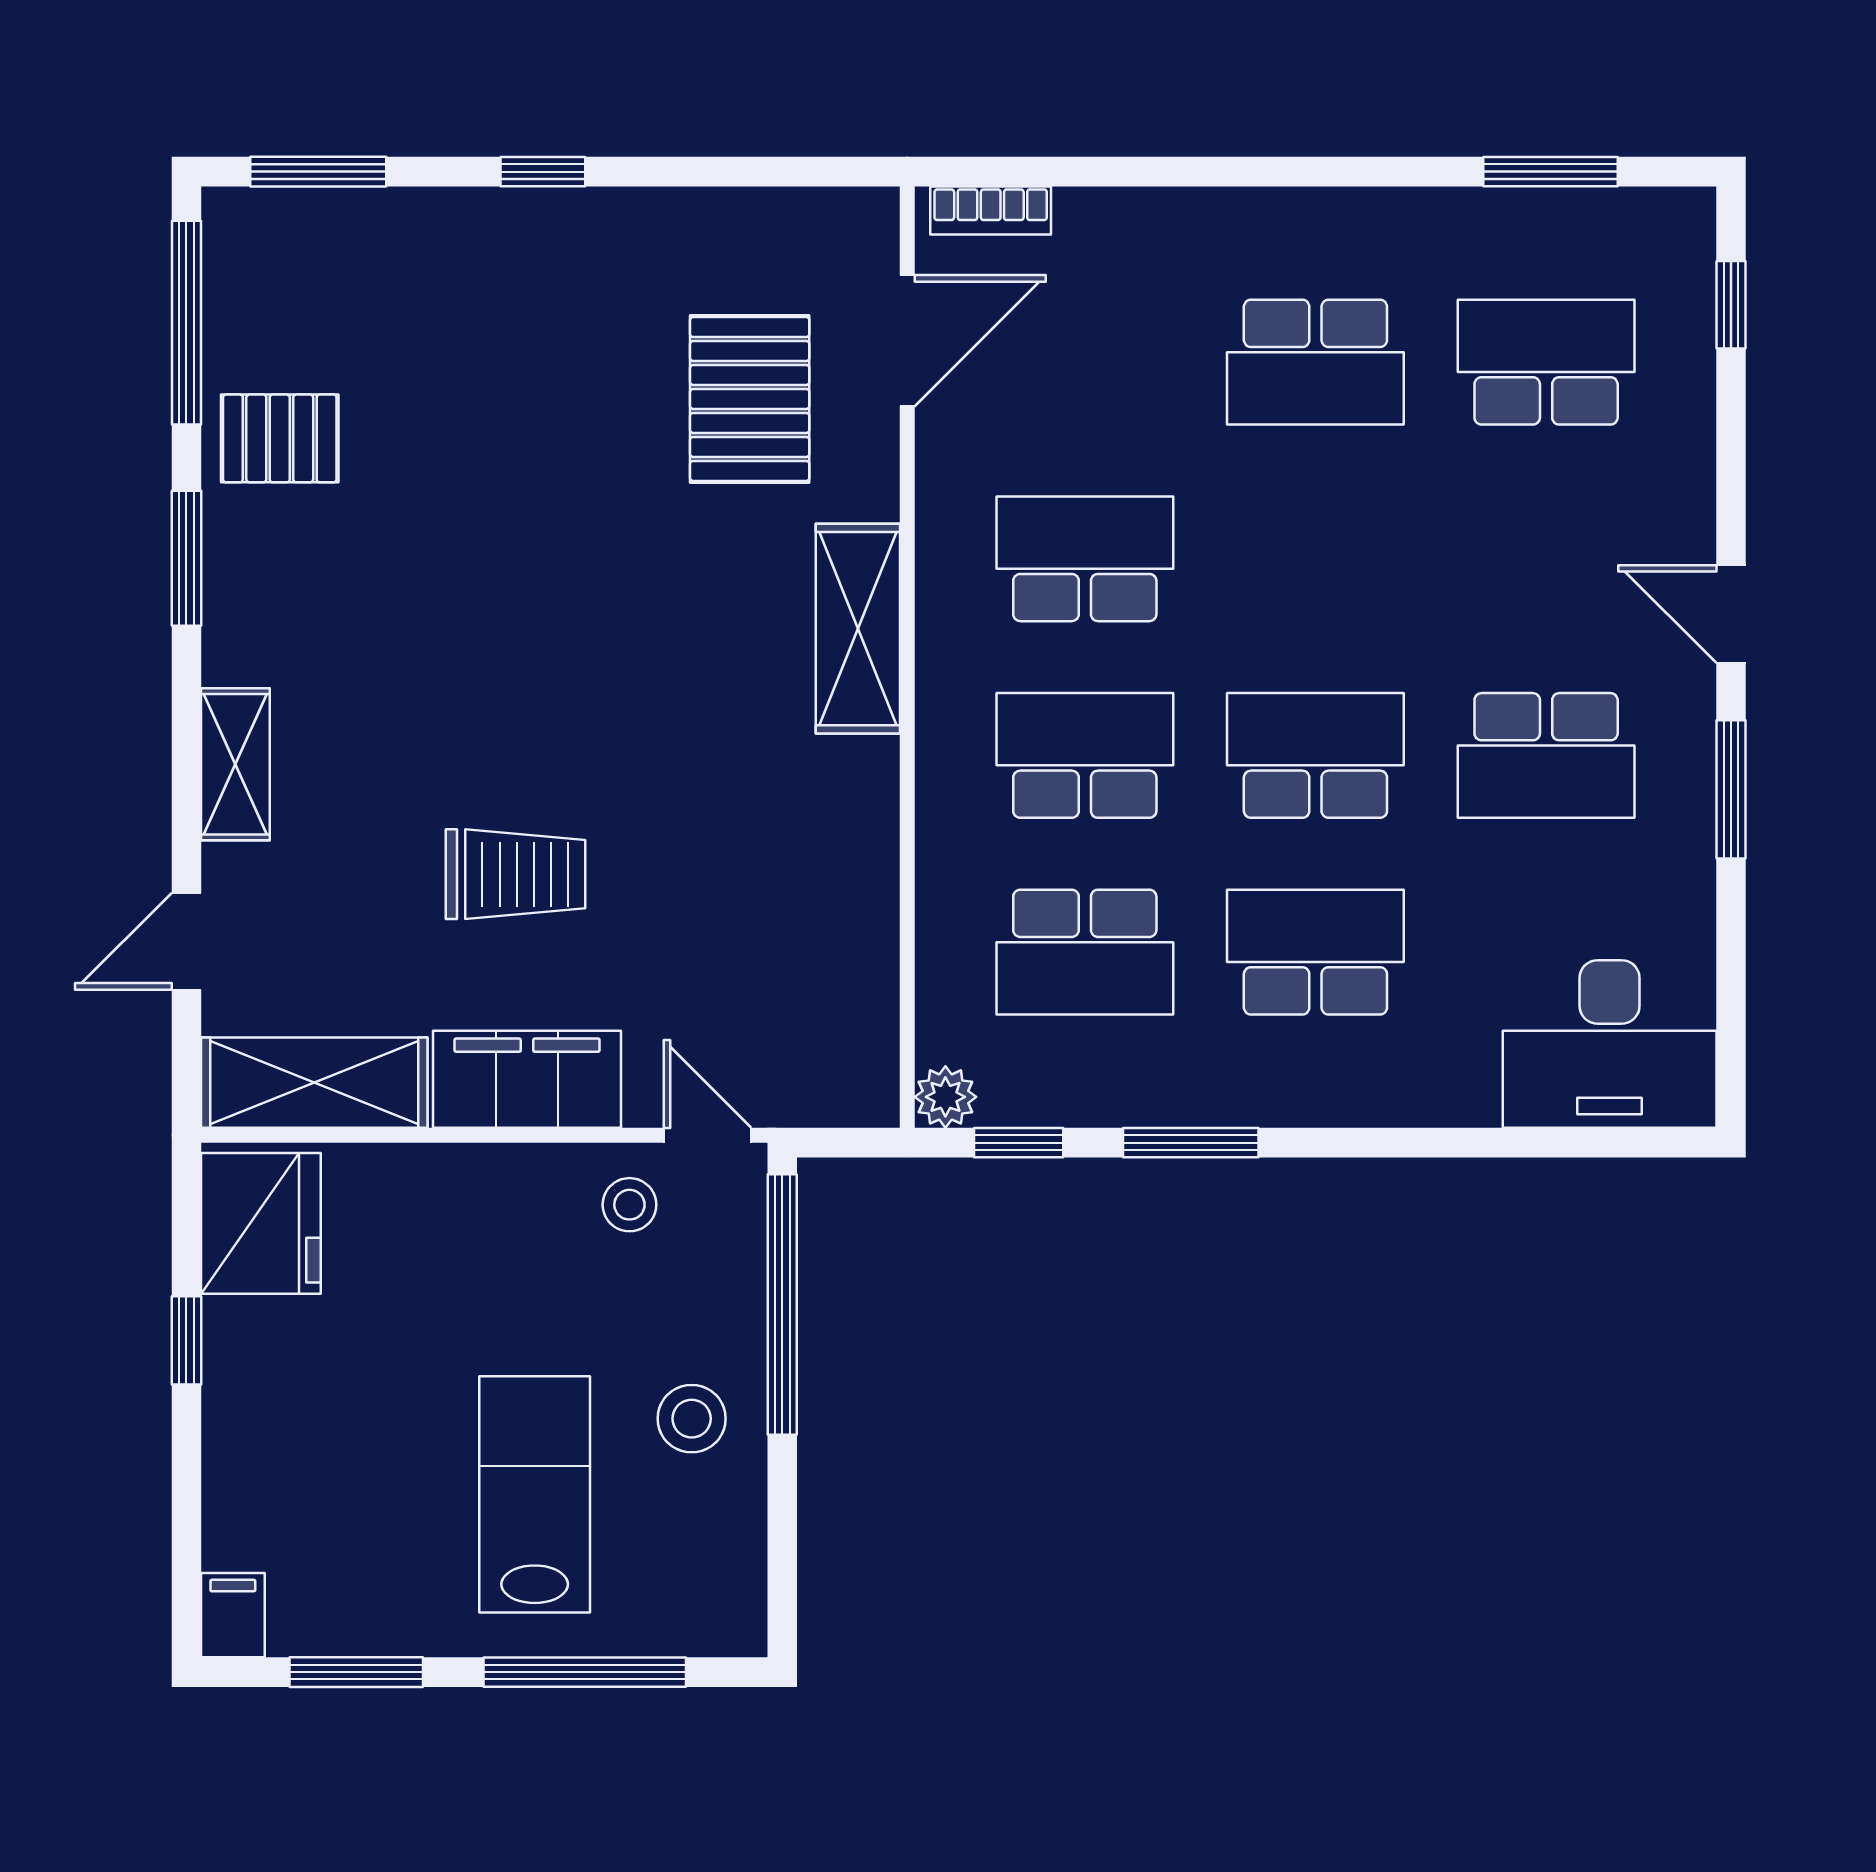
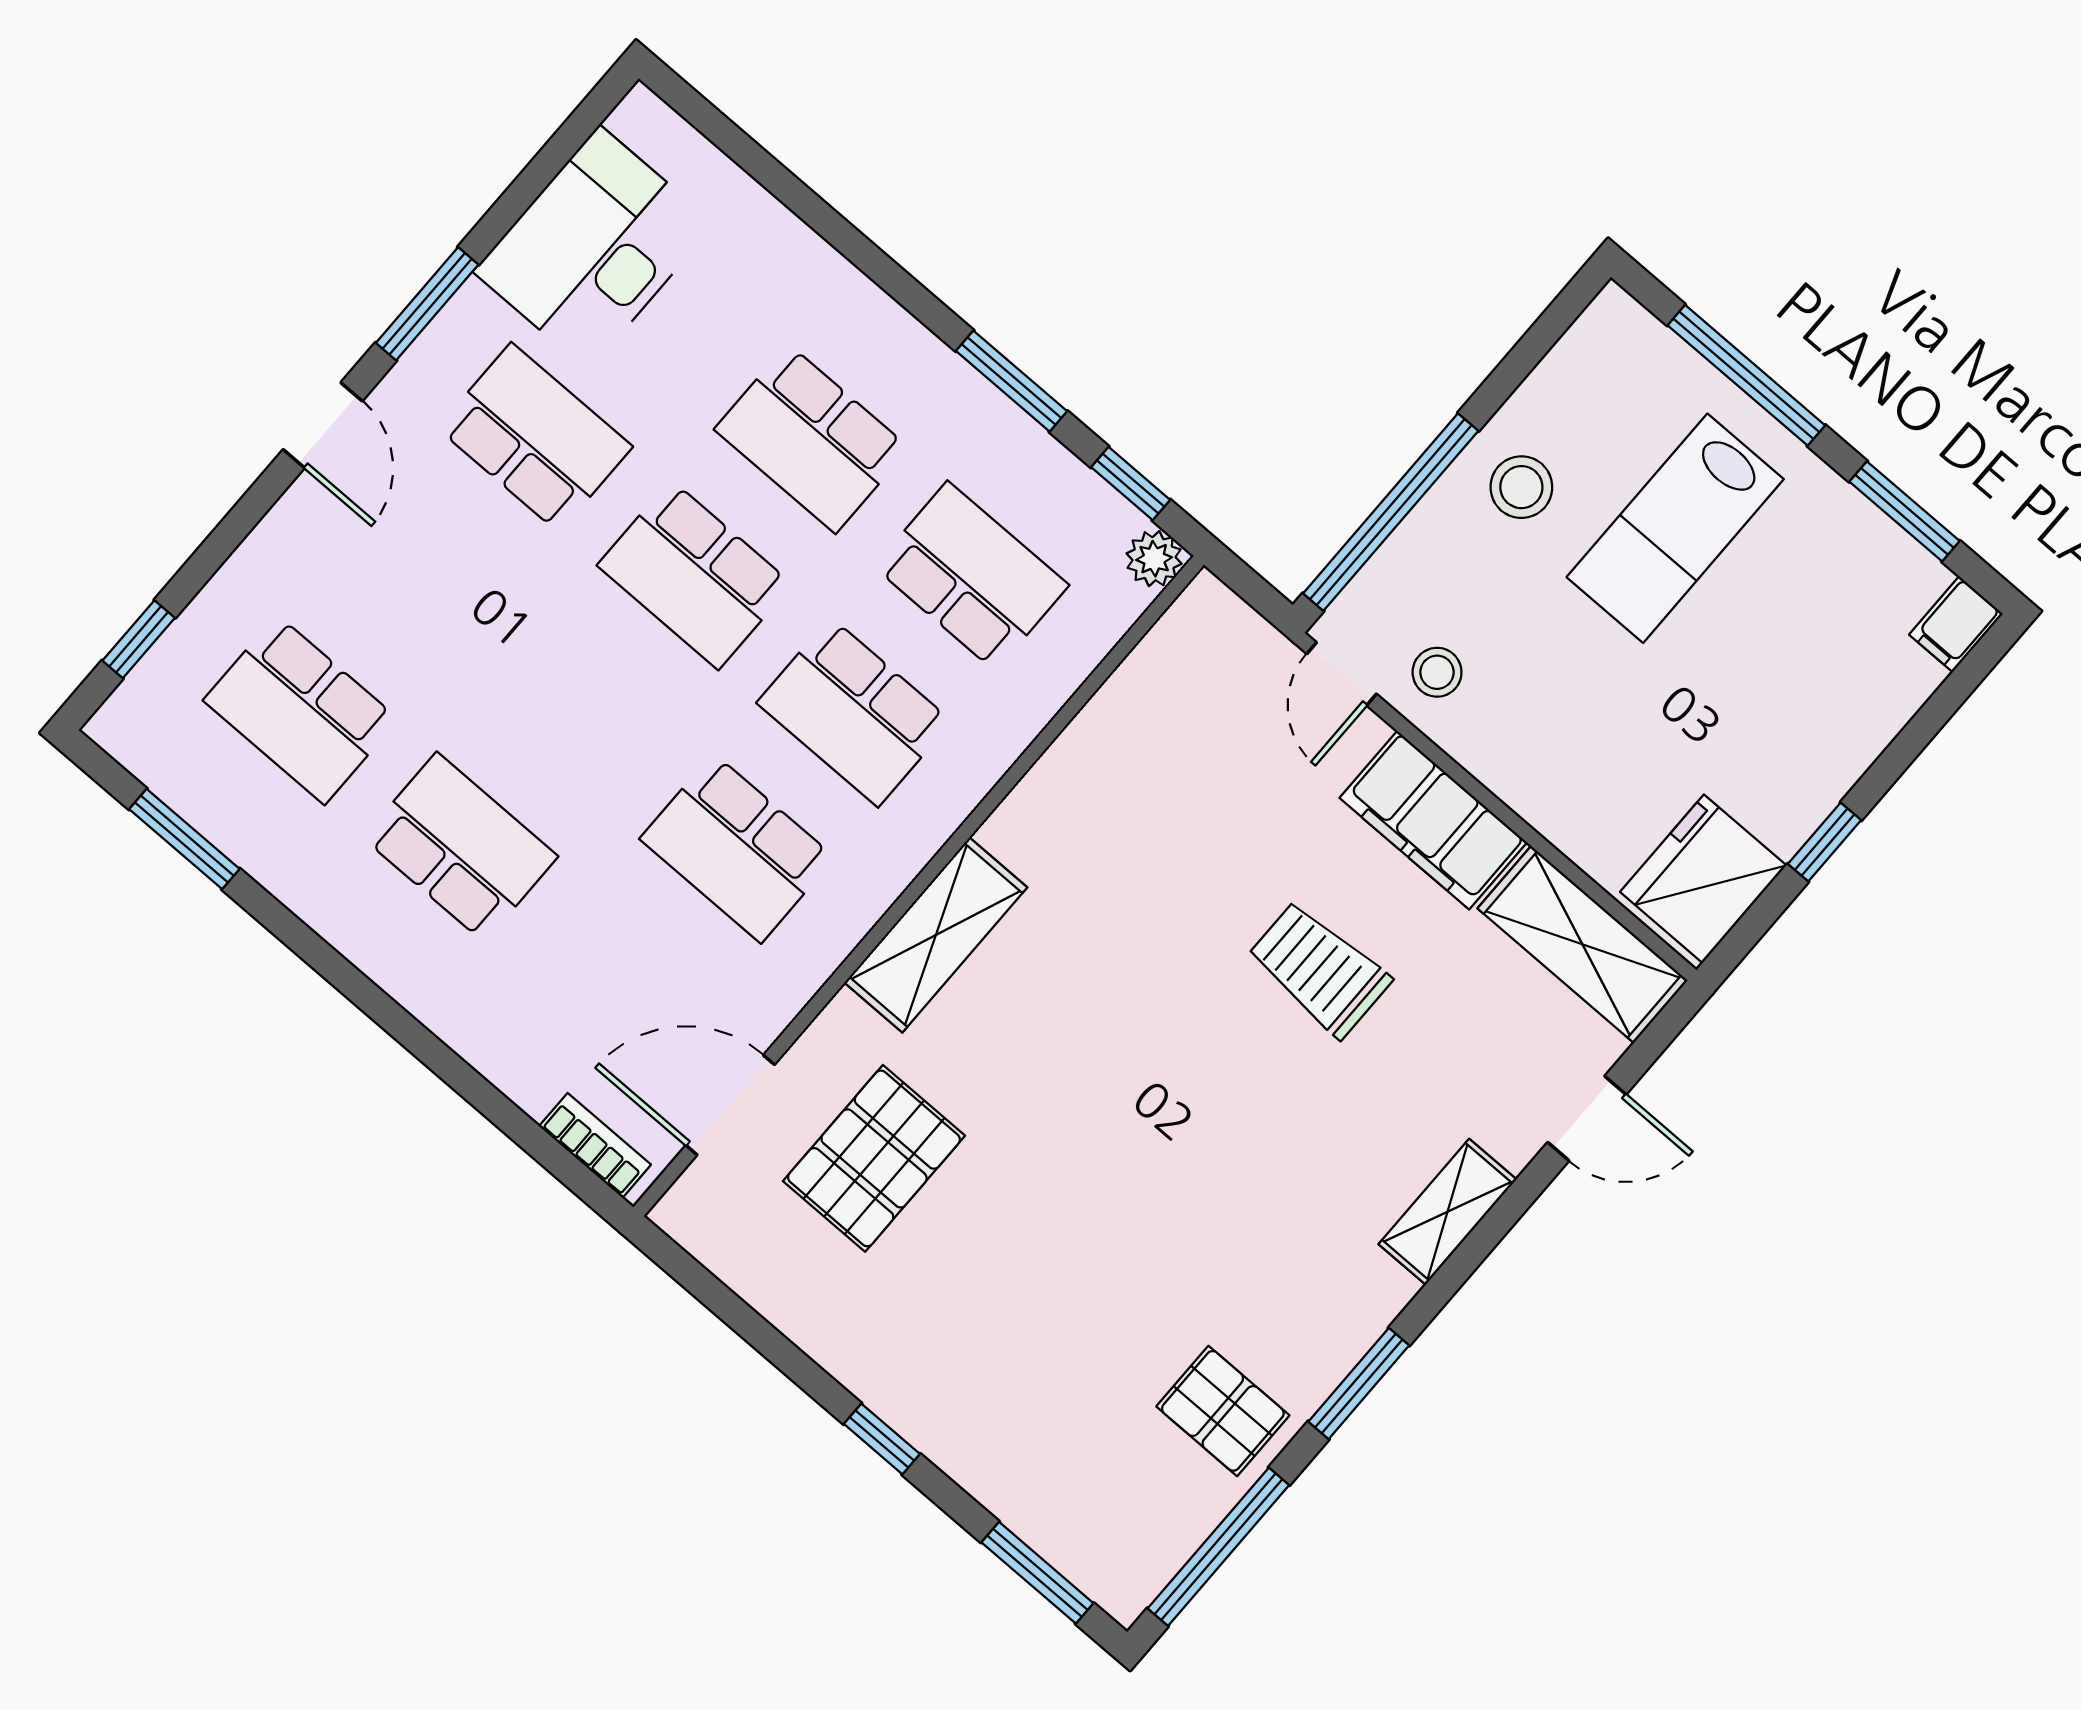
desk: (1610, 1044) -> (594, 248), moved, turned -90

